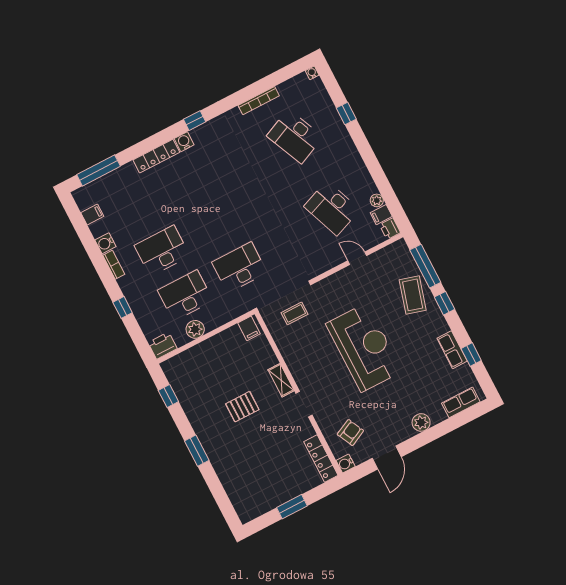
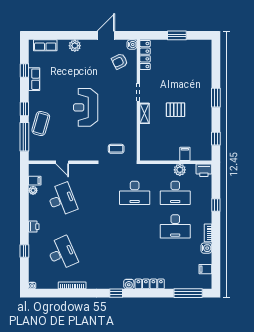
printer: (390, 229) -> (34, 227), moved
filing cabinet: (249, 328) -> (185, 154), moved
reception desk: (364, 348) -> (86, 107), width x0.74, depth x0.77

